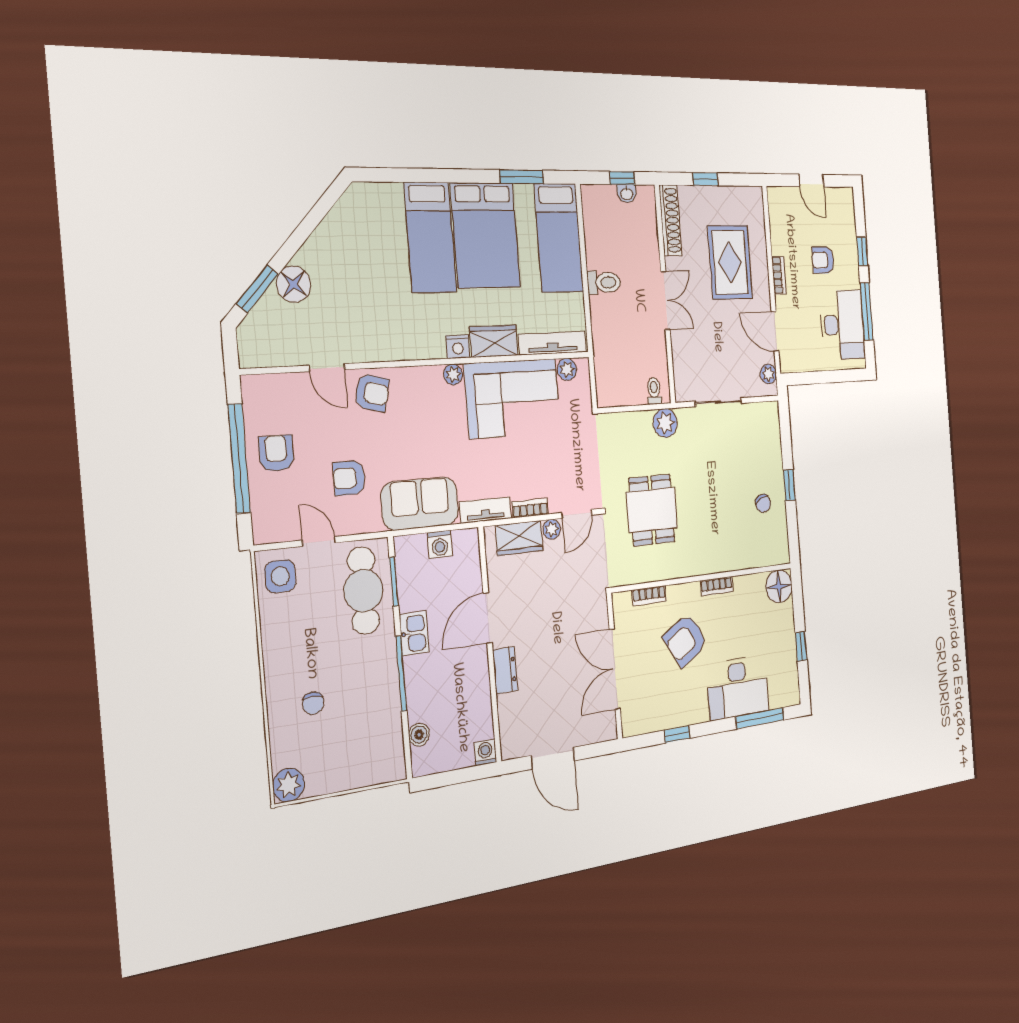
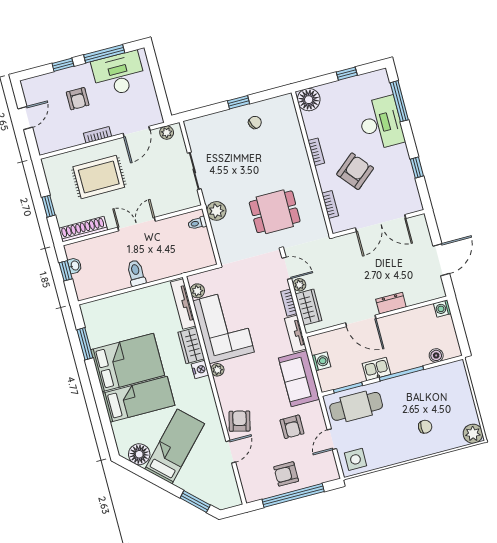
bed: (559, 238) -> (175, 446), moved, turned -47
floor lamp: (294, 284) -> (139, 454), moved
armchair: (685, 640) -> (355, 171), turned -99

